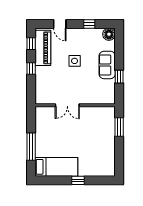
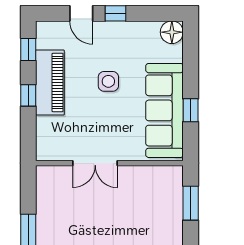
window: (89, 24) -> (115, 13), moved
piano: (43, 48) -> (50, 83), moved
sofa: (107, 65) -> (165, 110), width x1.85, depth x1.27

